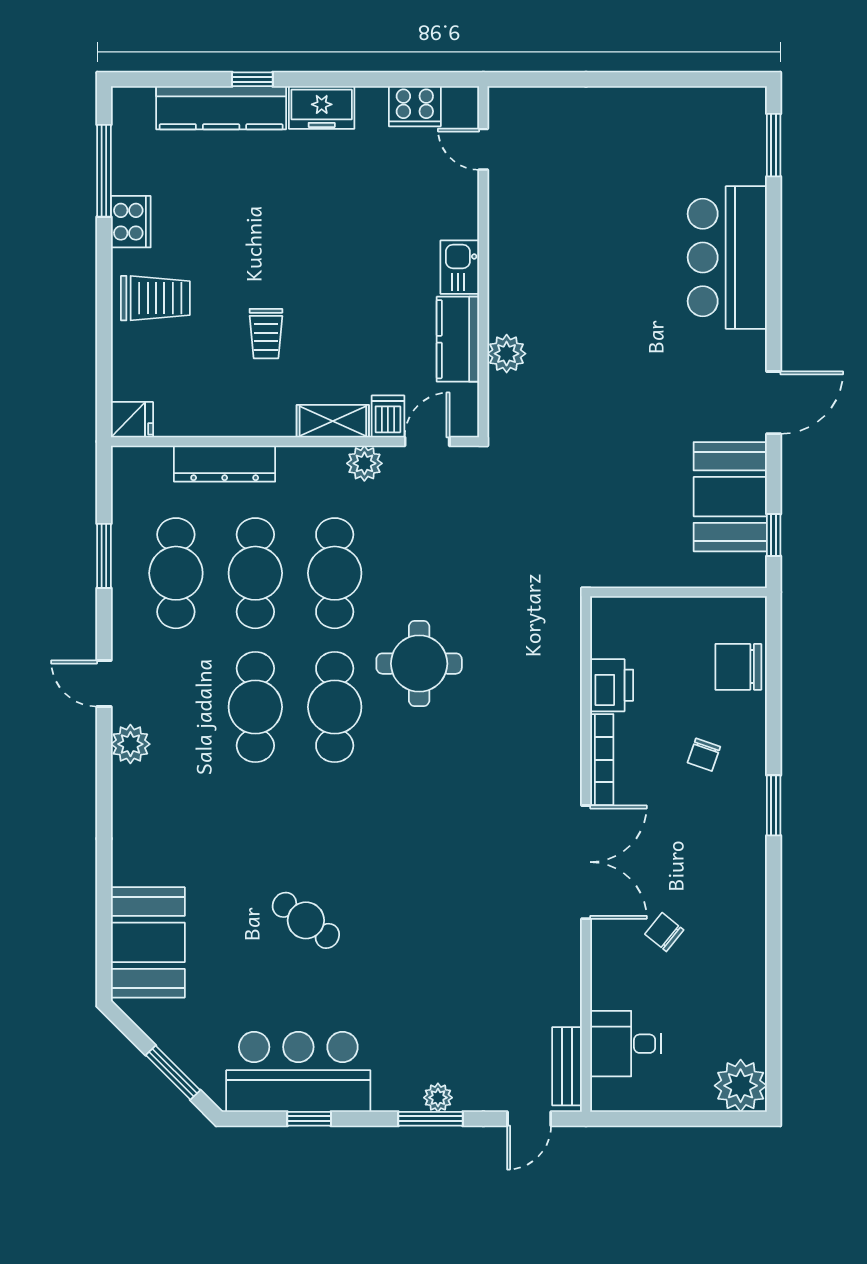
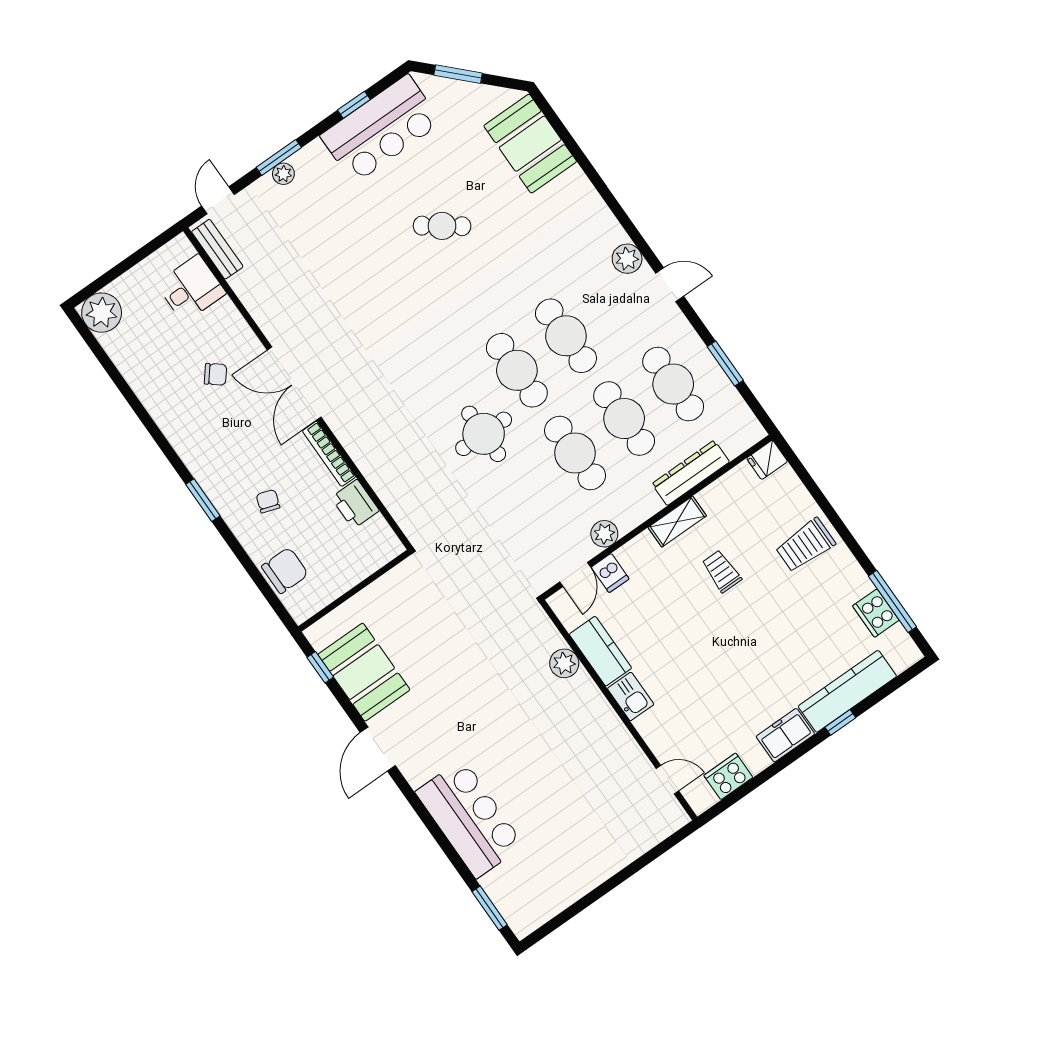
cooker: (131, 222) -> (876, 613), moved
shelving: (333, 421) -> (677, 522), moved

